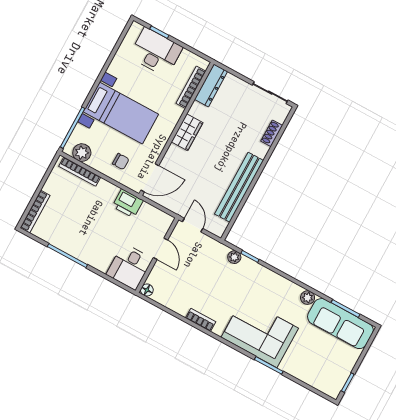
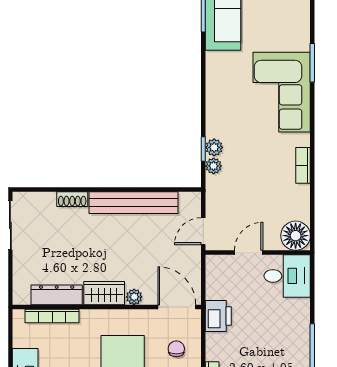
dresser: (211, 85) -> (57, 295), moved
shoe rack: (272, 133) -> (72, 199), moved
plant: (173, 152) -> (134, 297), added
floor lamp: (147, 290) -> (296, 236), width x1.89, depth x1.89
plant: (308, 298) -> (214, 147), moved

